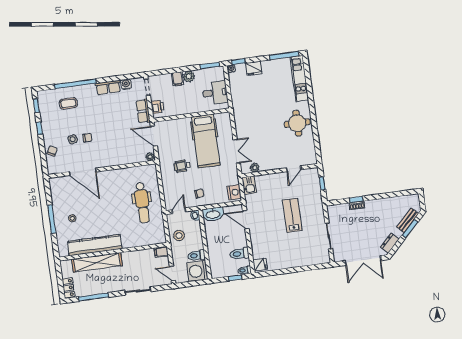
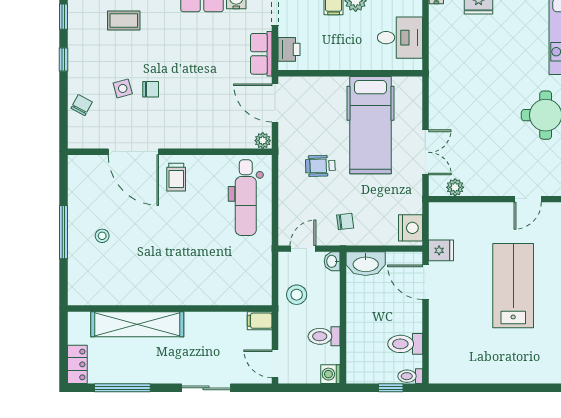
trolley: (107, 182) -> (176, 177), added
kitchen sink: (249, 185) -> (440, 219), removed
dental chair: (142, 203) -> (246, 198), moved
lab bench: (292, 215) -> (513, 286), width x1.36, depth x1.39
kitchen counter: (95, 245) -> (137, 291), removed
fridge: (260, 264) -> (441, 250), moved
washing machine: (197, 271) -> (330, 374), width x0.53, depth x0.53

